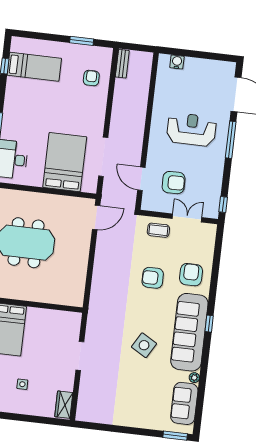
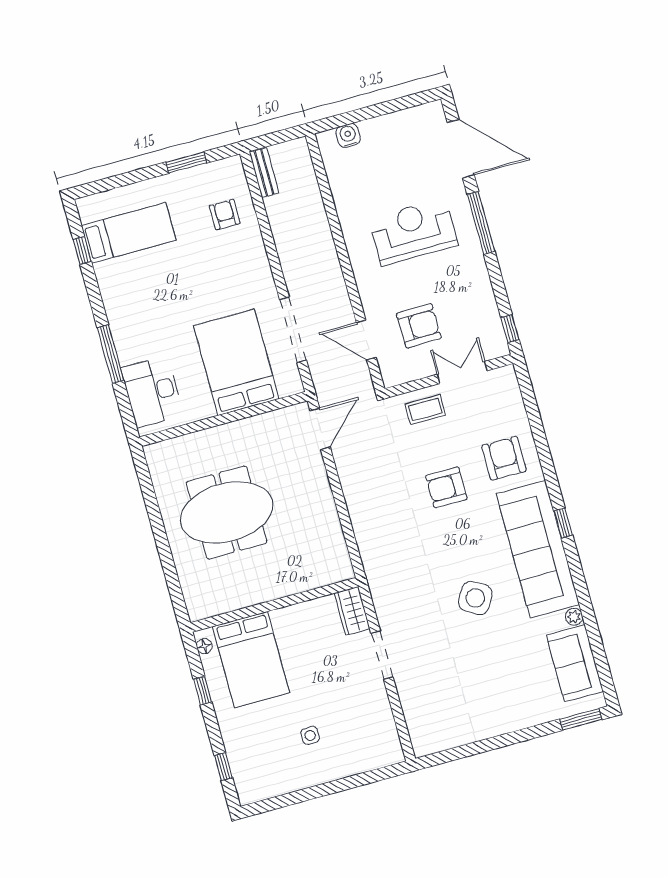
wardrobe: (64, 405) -> (352, 611), moved

